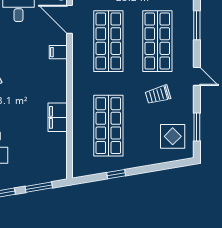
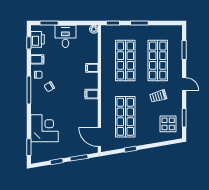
door: (70, 19) -> (99, 137), moved
filing cabinet: (58, 117) -> (92, 94), moved, width x0.50

